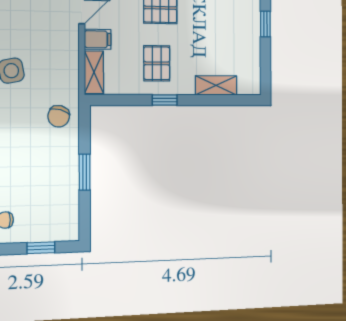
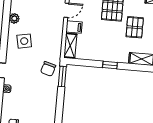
pallet: (157, 63) -> (135, 27), moved
window: (85, 172) -> (62, 76), moved

